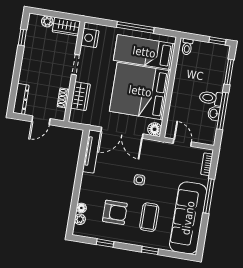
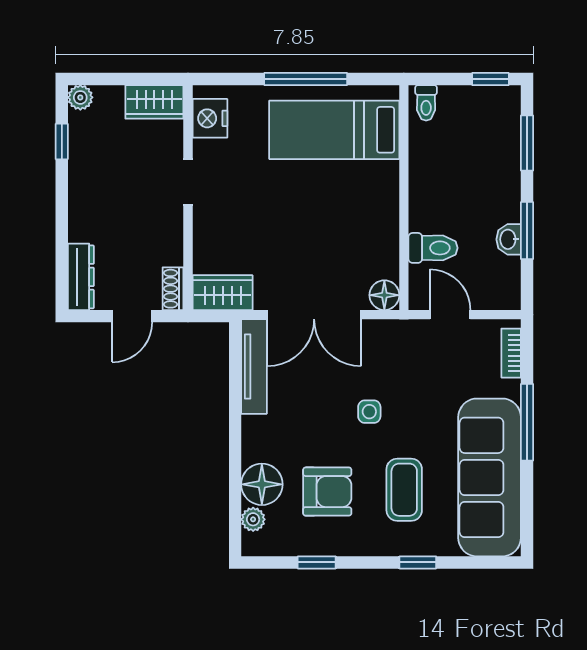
plant: (47, 21) -> (80, 97), moved
bed: (140, 91) -> (339, 217), removed
wardrobe: (80, 96) -> (223, 293), moved, turned -90
shoe rack: (63, 98) -> (173, 289), moved
toilet: (211, 98) -> (433, 248), moved, turned 180
window: (223, 111) -> (527, 231), width x0.69
floor lamp: (81, 208) -> (262, 484), width x1.89, depth x1.89

